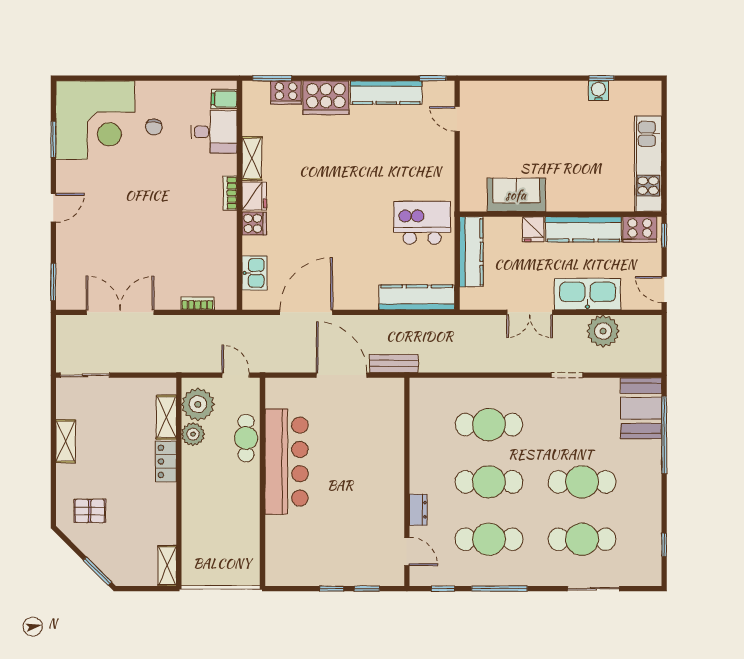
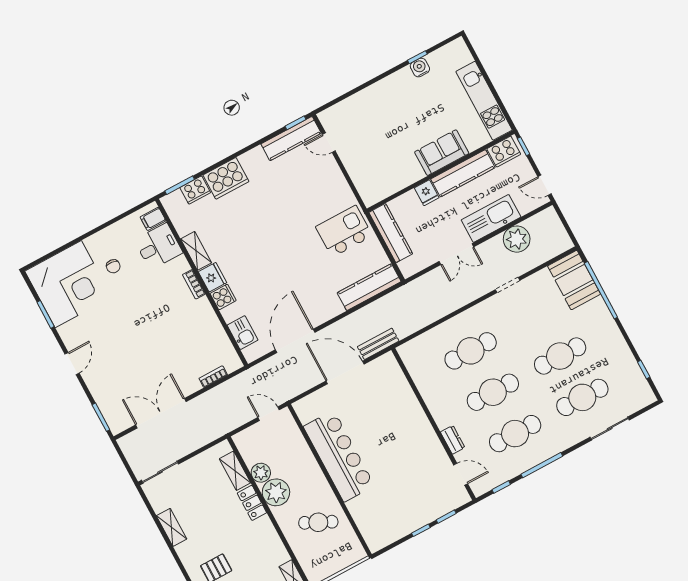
kitchen counter: (386, 93) -> (291, 139), moved
sofa: (516, 195) -> (442, 153), moved
plant: (198, 404) -> (276, 492), moved
cafe table: (246, 438) -> (318, 522), moved, turned -64

